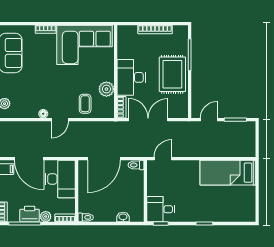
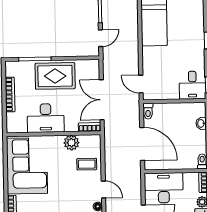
desk: (131, 77) -> (46, 118), moved
door: (209, 120) -> (101, 38), swing flipped

